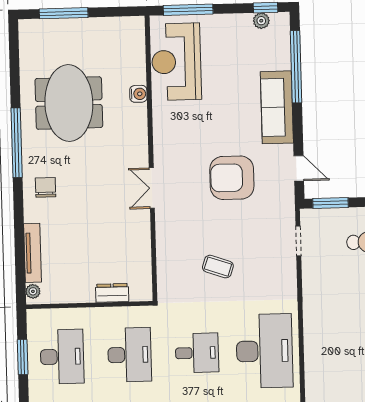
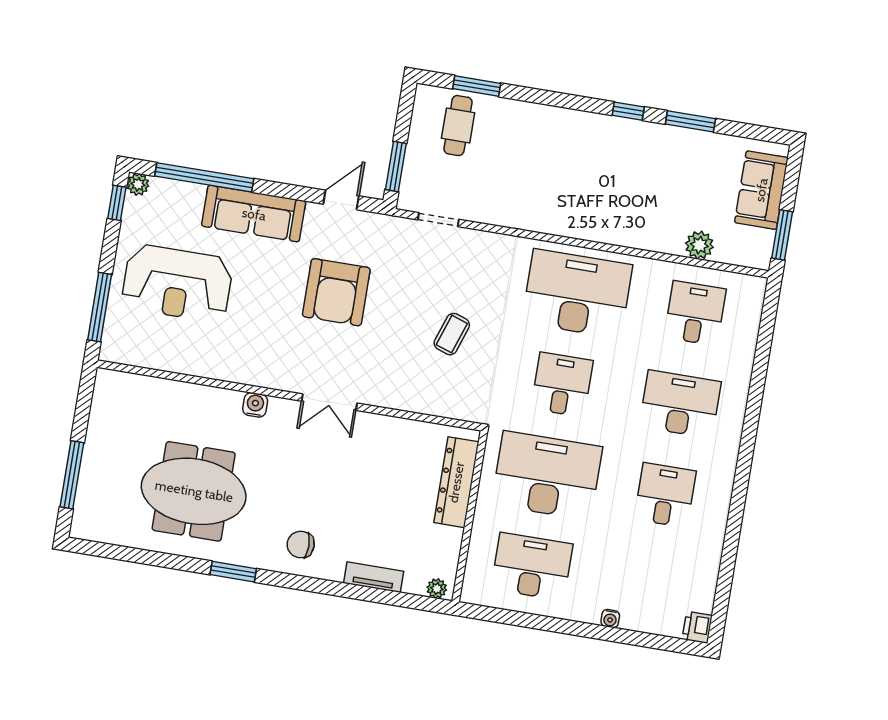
plant: (261, 21) -> (138, 184), moved
reception desk: (176, 62) -> (177, 283), moved
water cooler: (138, 94) -> (255, 405), moved
window: (17, 143) -> (233, 572), width x0.47
tv unit: (33, 253) -> (374, 577), width x0.71
dresser: (112, 293) -> (456, 482), width x1.96, depth x1.24
desk: (130, 355) -> (547, 476), width x1.36, depth x1.30
window: (23, 357) -> (522, 619), removed

